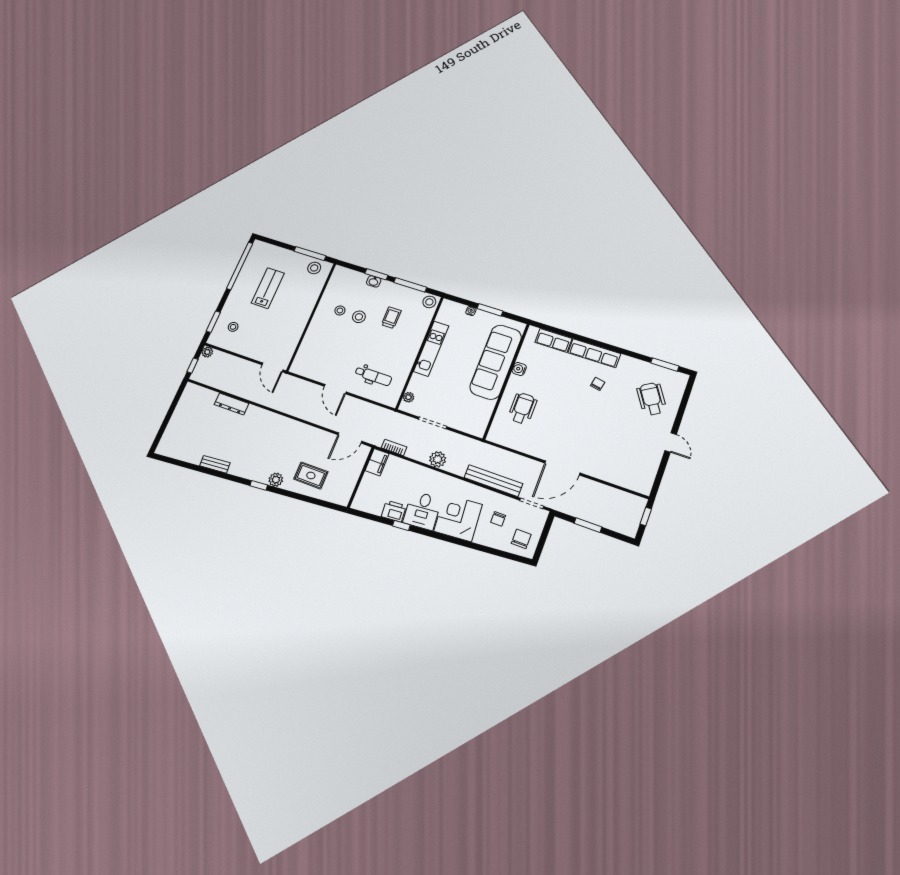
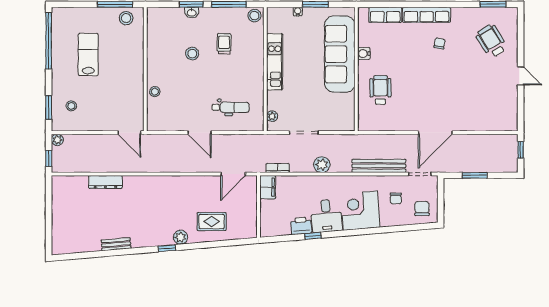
stool: (340, 311) -> (155, 92), moved

